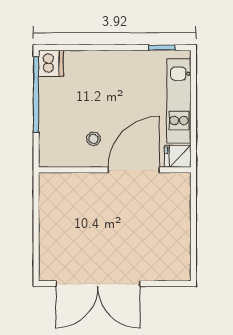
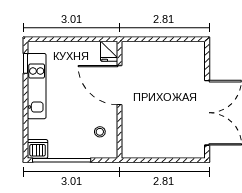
kitchen unit: (179, 101) -> (37, 86), moved, turned -90
stool: (93, 139) -> (100, 132), moved

